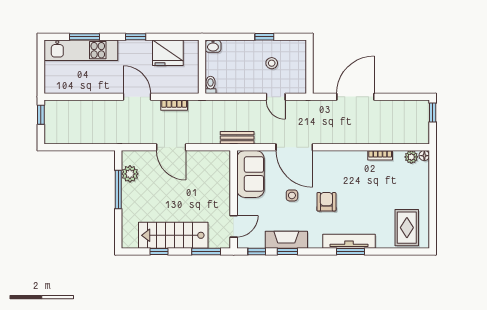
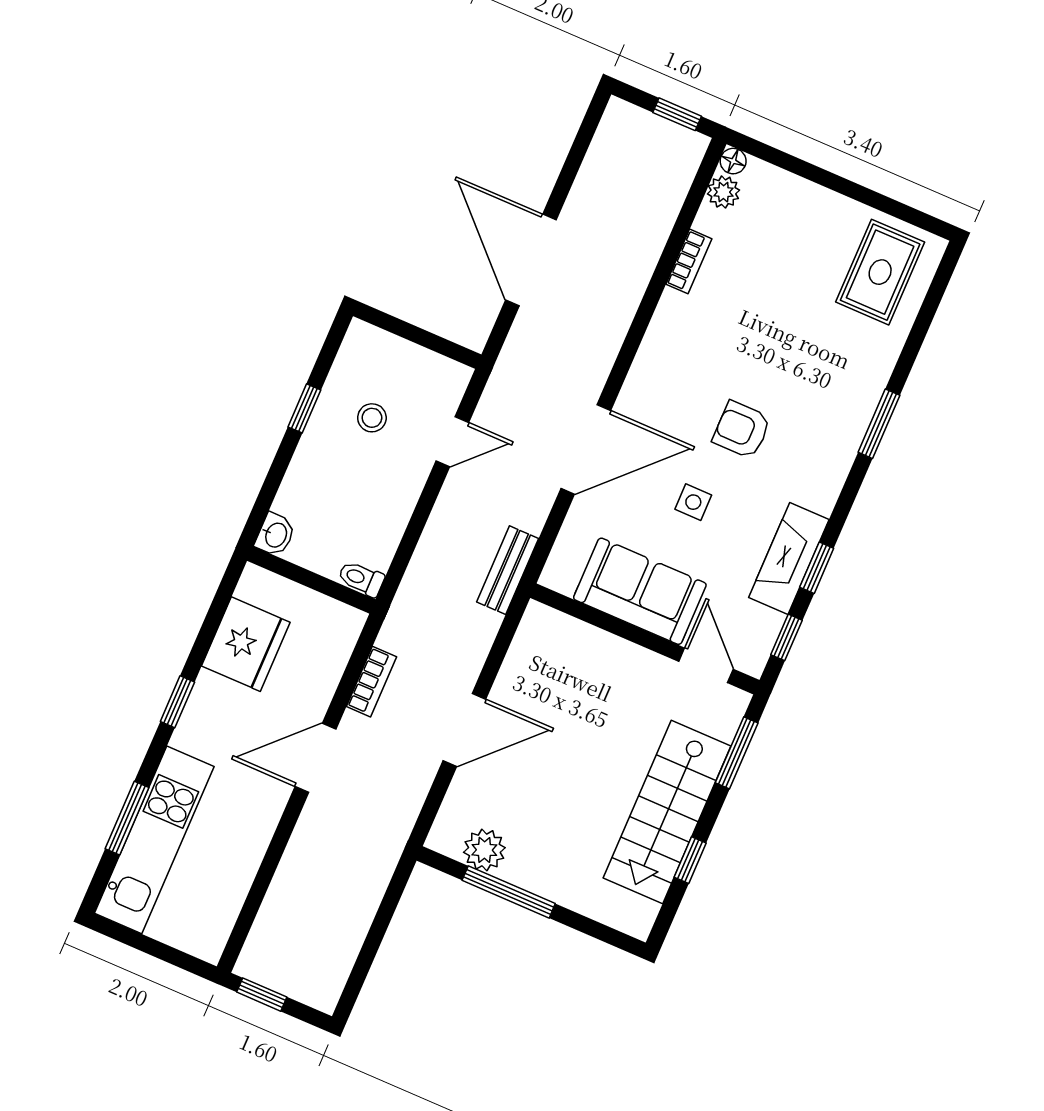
window: (433, 113) -> (677, 114), moved
sofa: (250, 174) -> (640, 591), moved
rug: (407, 228) -> (880, 272), turned 90
tv unit: (349, 241) -> (854, 417), removed

